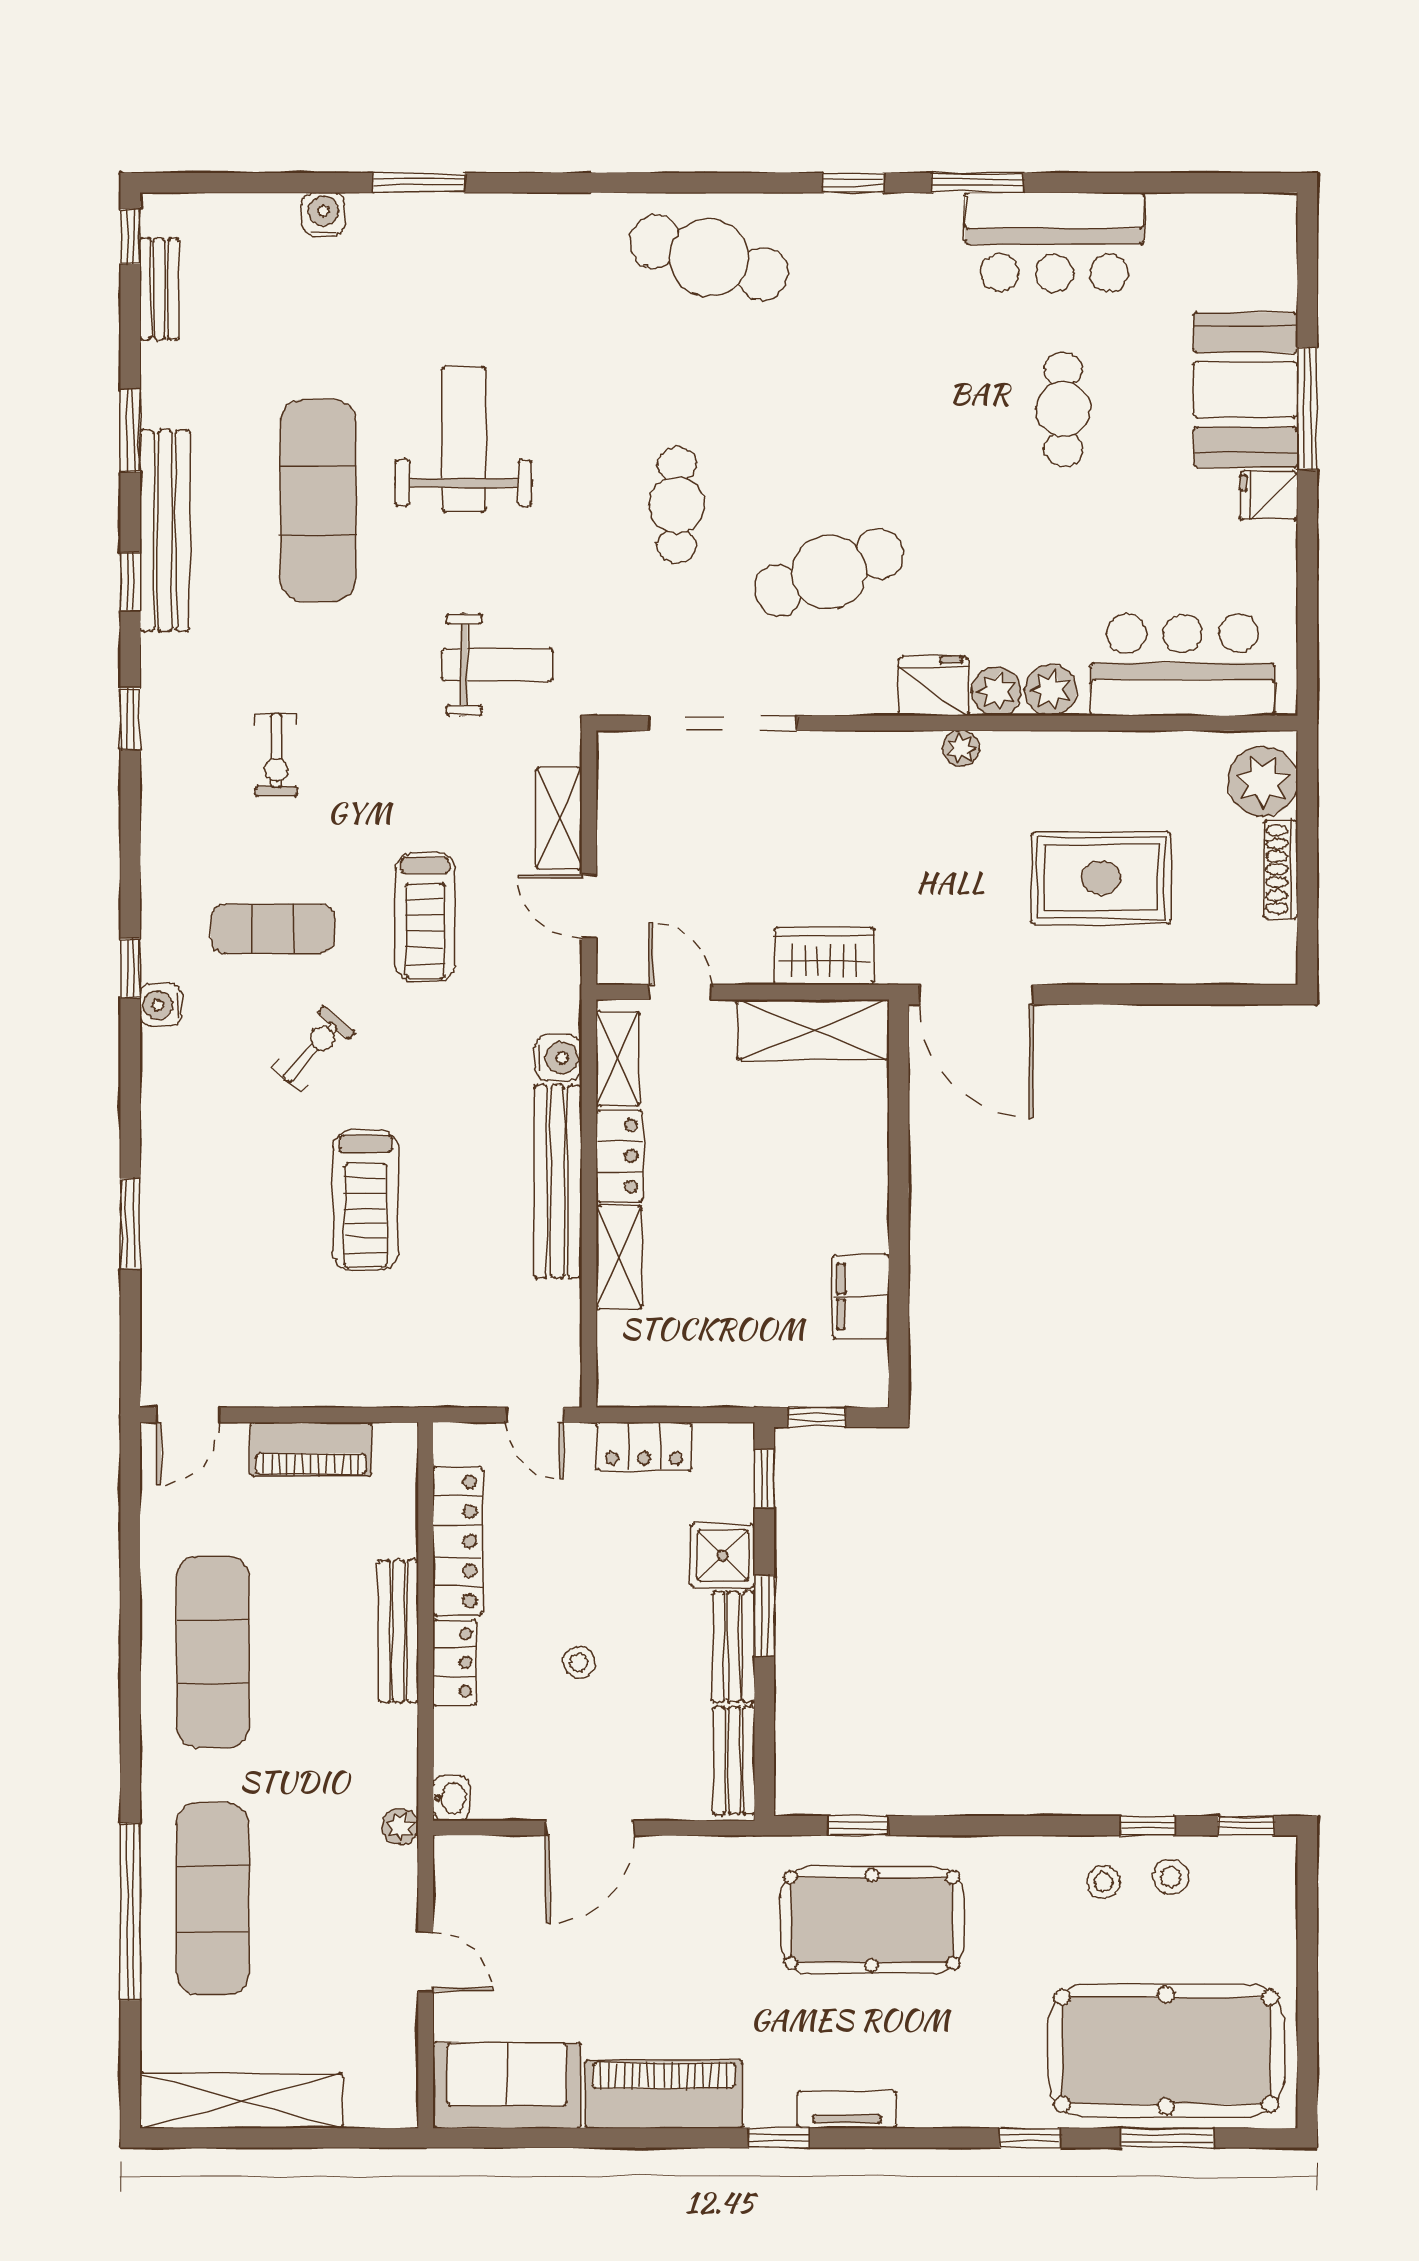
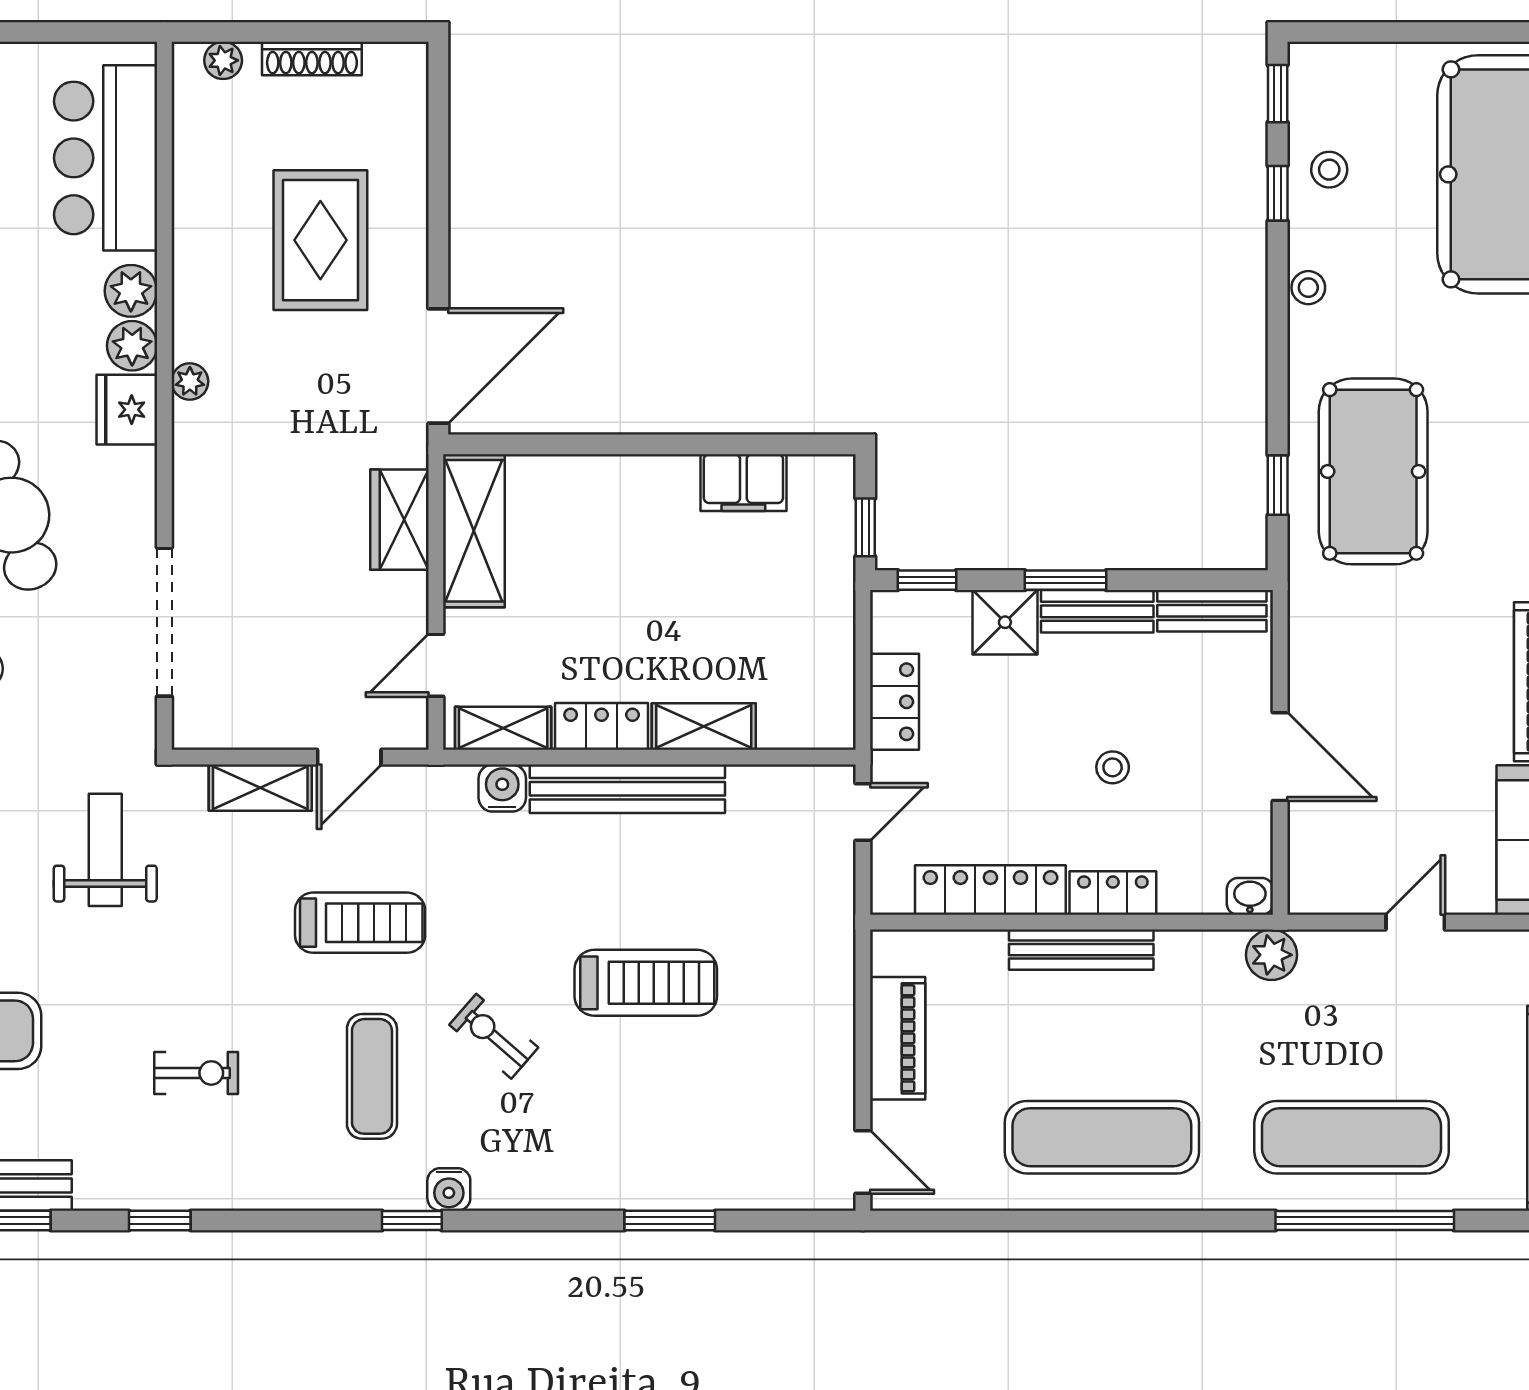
plant: (1263, 781) -> (223, 60), width x0.53, depth x0.53
plant: (400, 1826) -> (1272, 955), width x1.38, depth x1.38
stool: (1103, 1882) -> (1308, 288), moved

